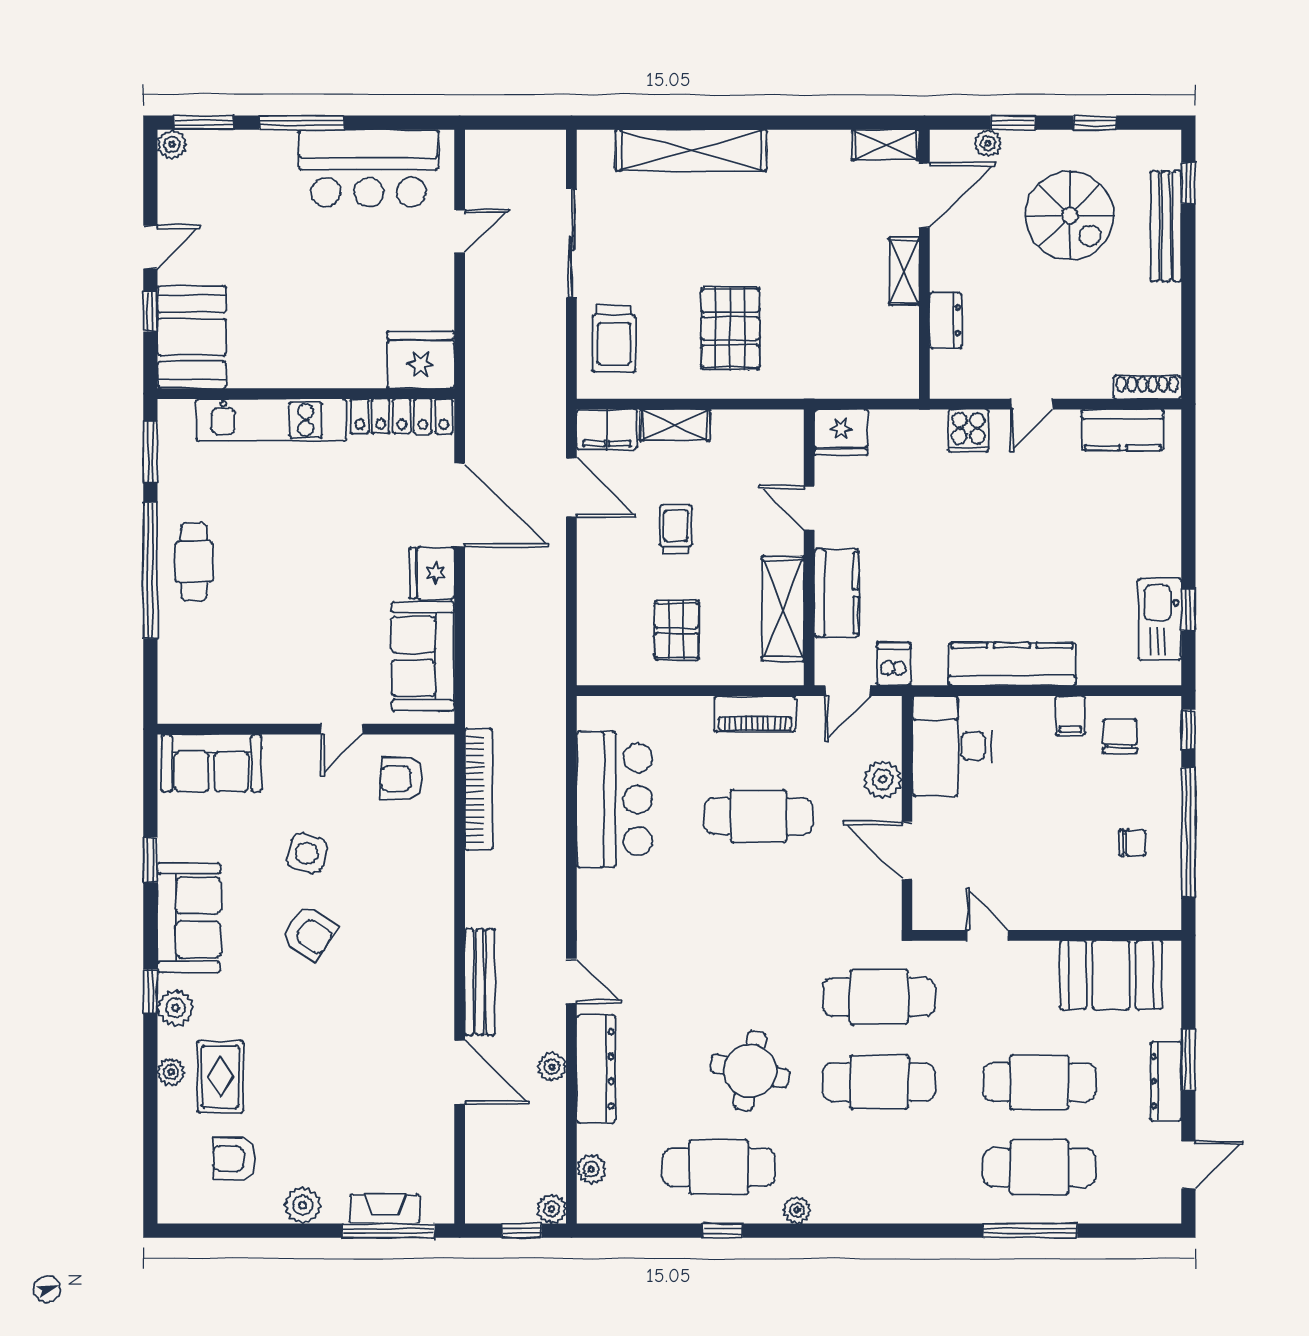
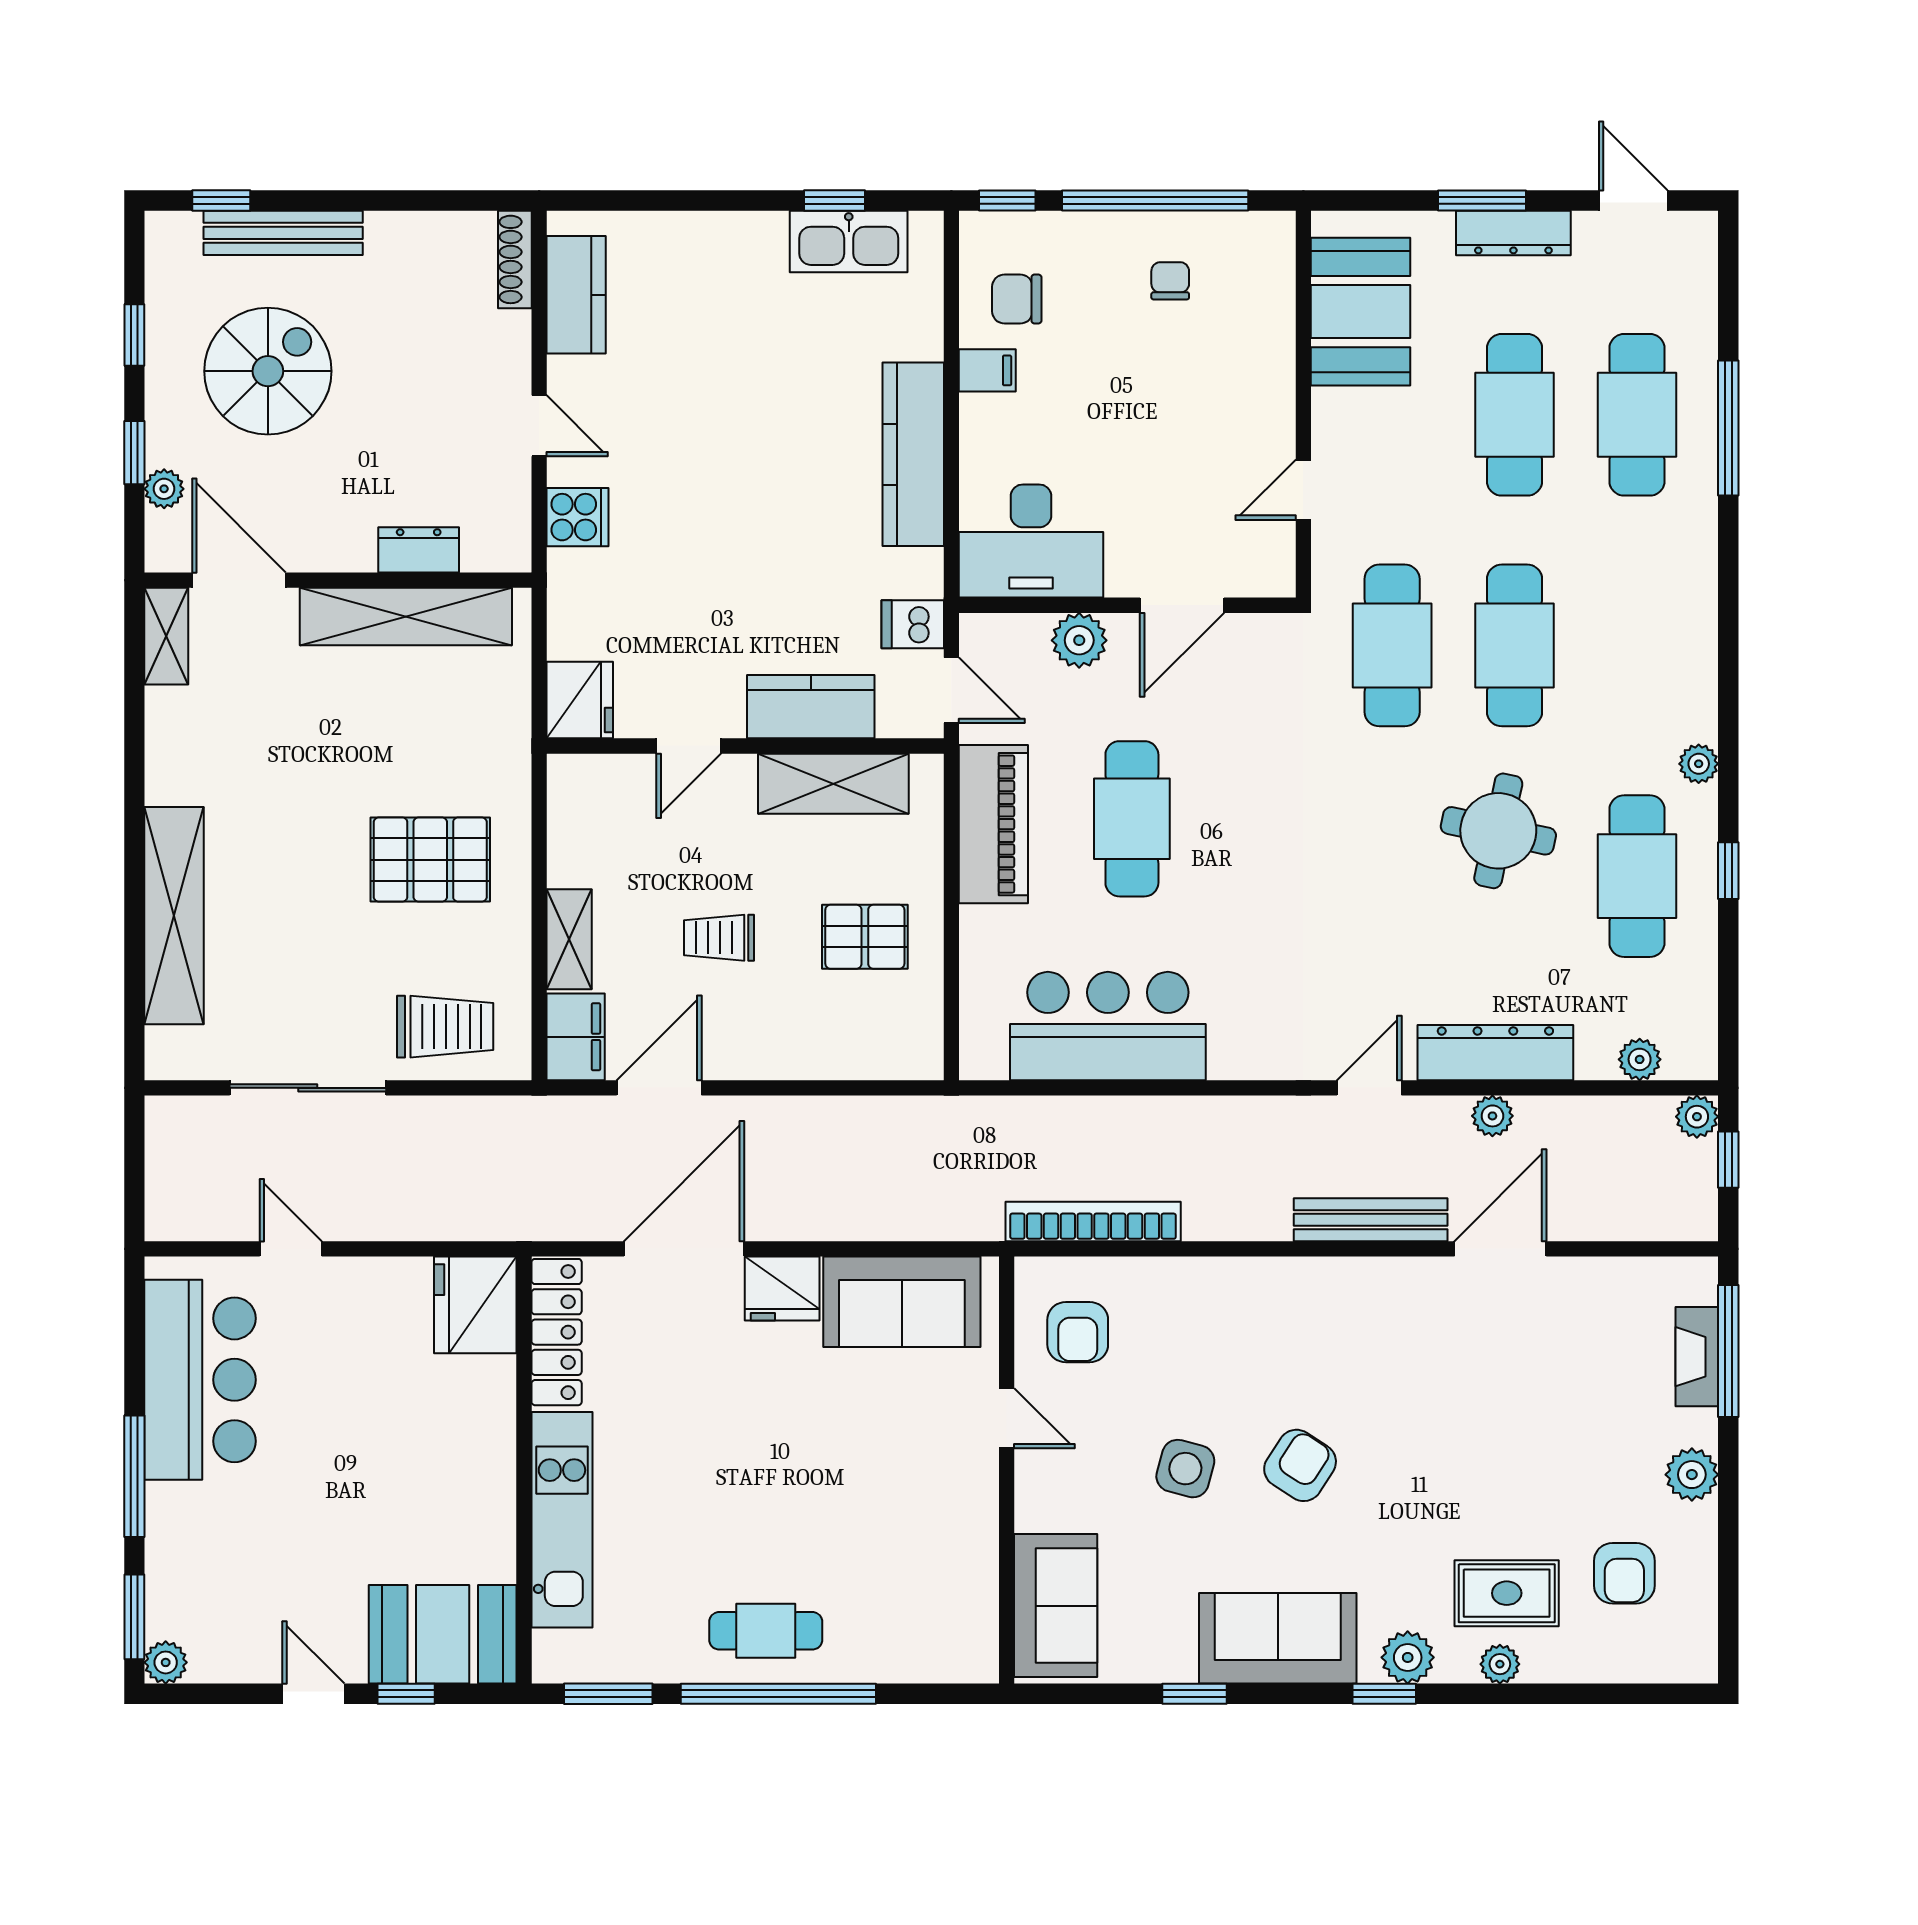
shelving: (904, 271) -> (406, 617), width x2.20, depth x1.33
piano: (755, 714) -> (993, 824), width x1.37, depth x1.33

